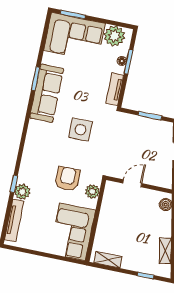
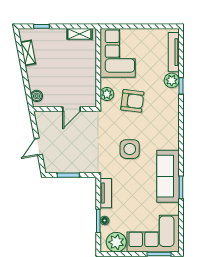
armchair: (67, 179) -> (132, 101), turned -83

